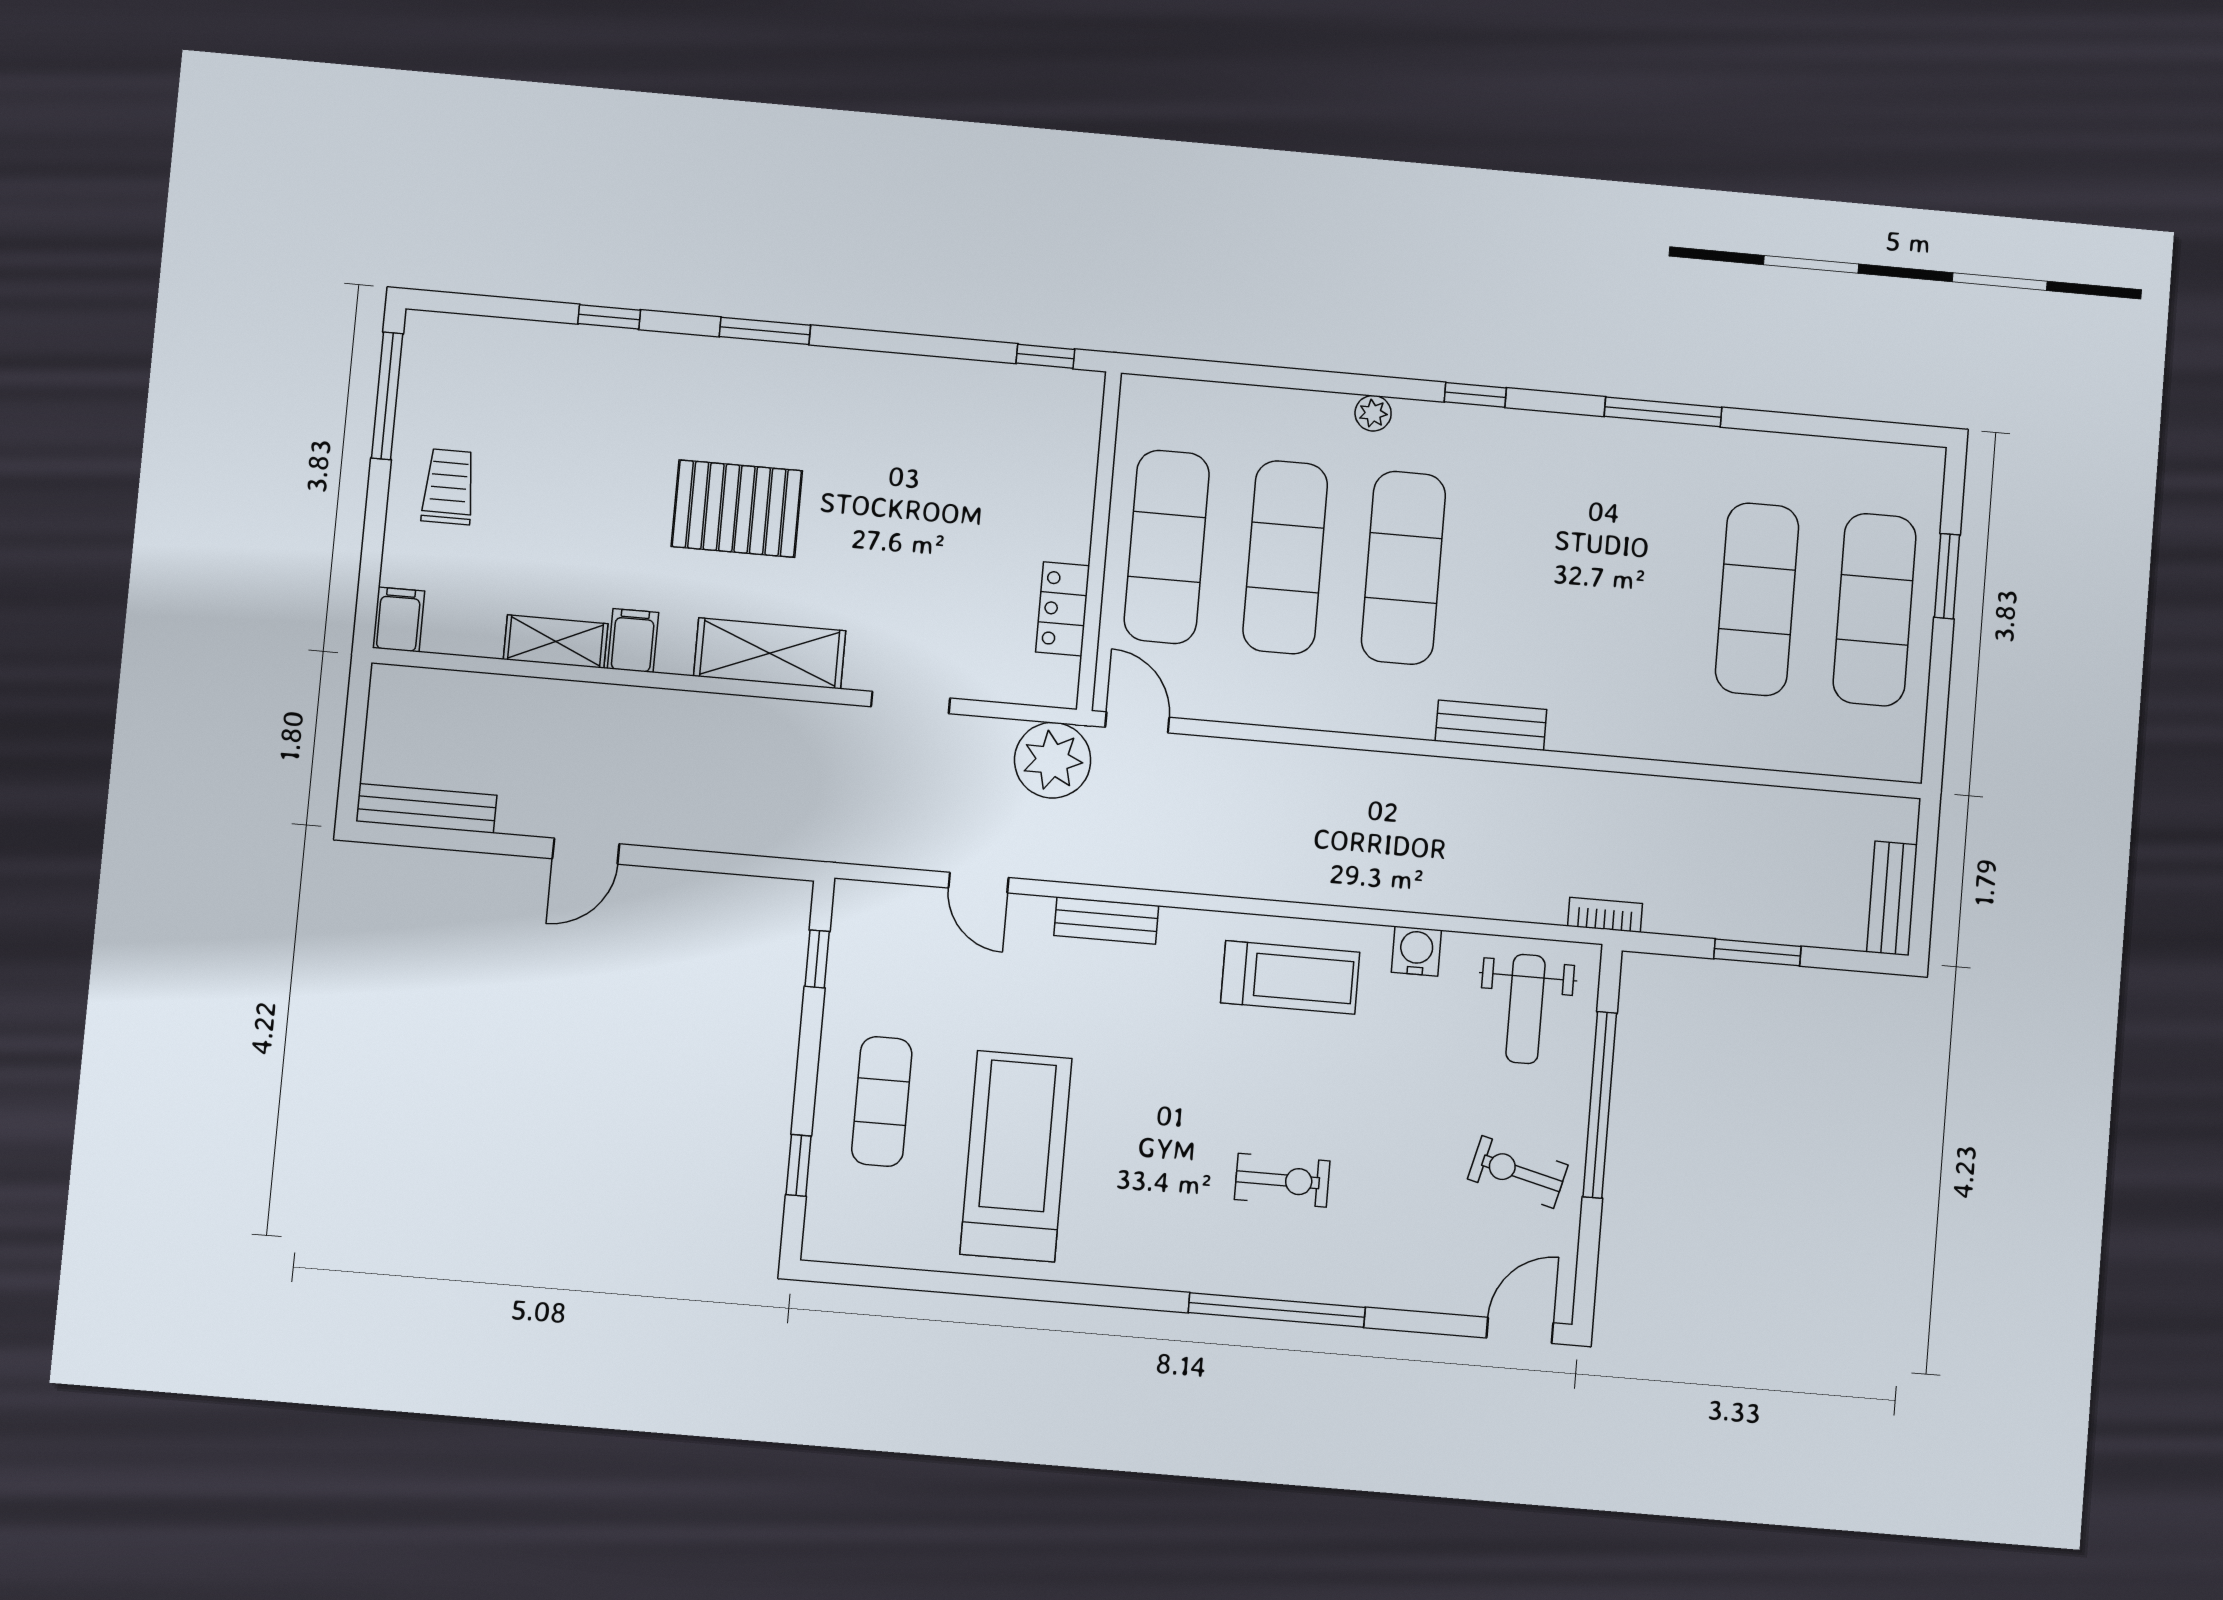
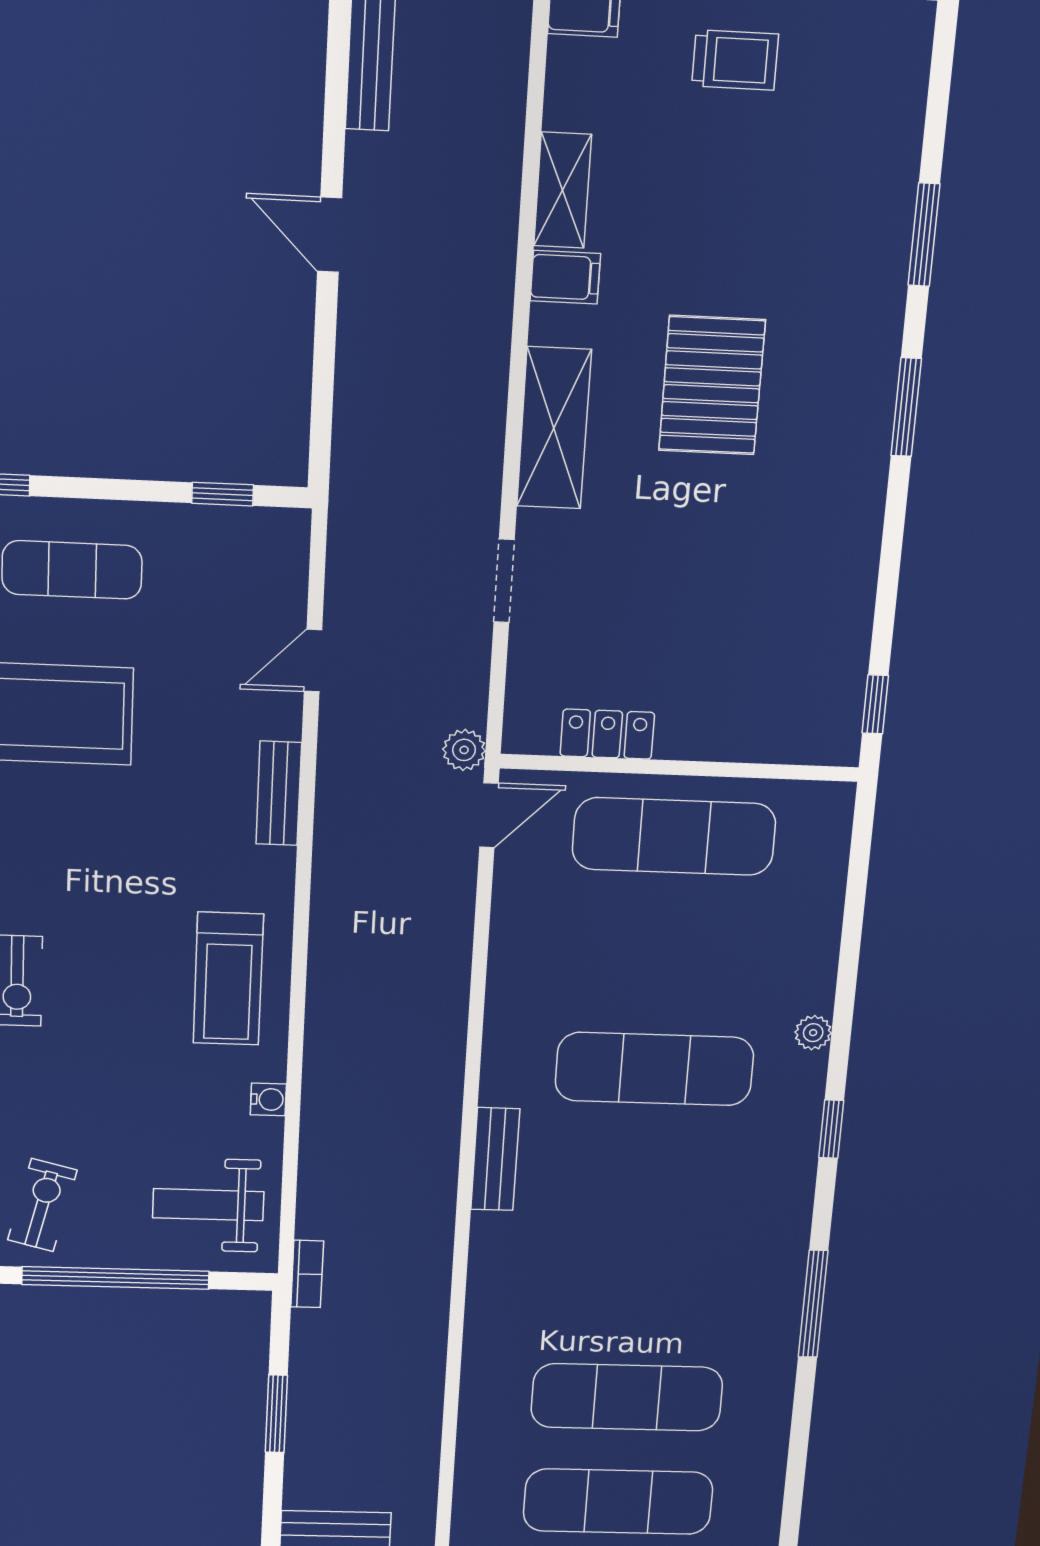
window: (609, 317) -> (924, 235), width x1.50
exercise mat: (1285, 557) -> (664, 954), removed
plant: (1053, 760) -> (464, 750), width x0.53, depth x0.53
water cooler: (1416, 951) -> (268, 1099), width x0.72, depth x0.72

